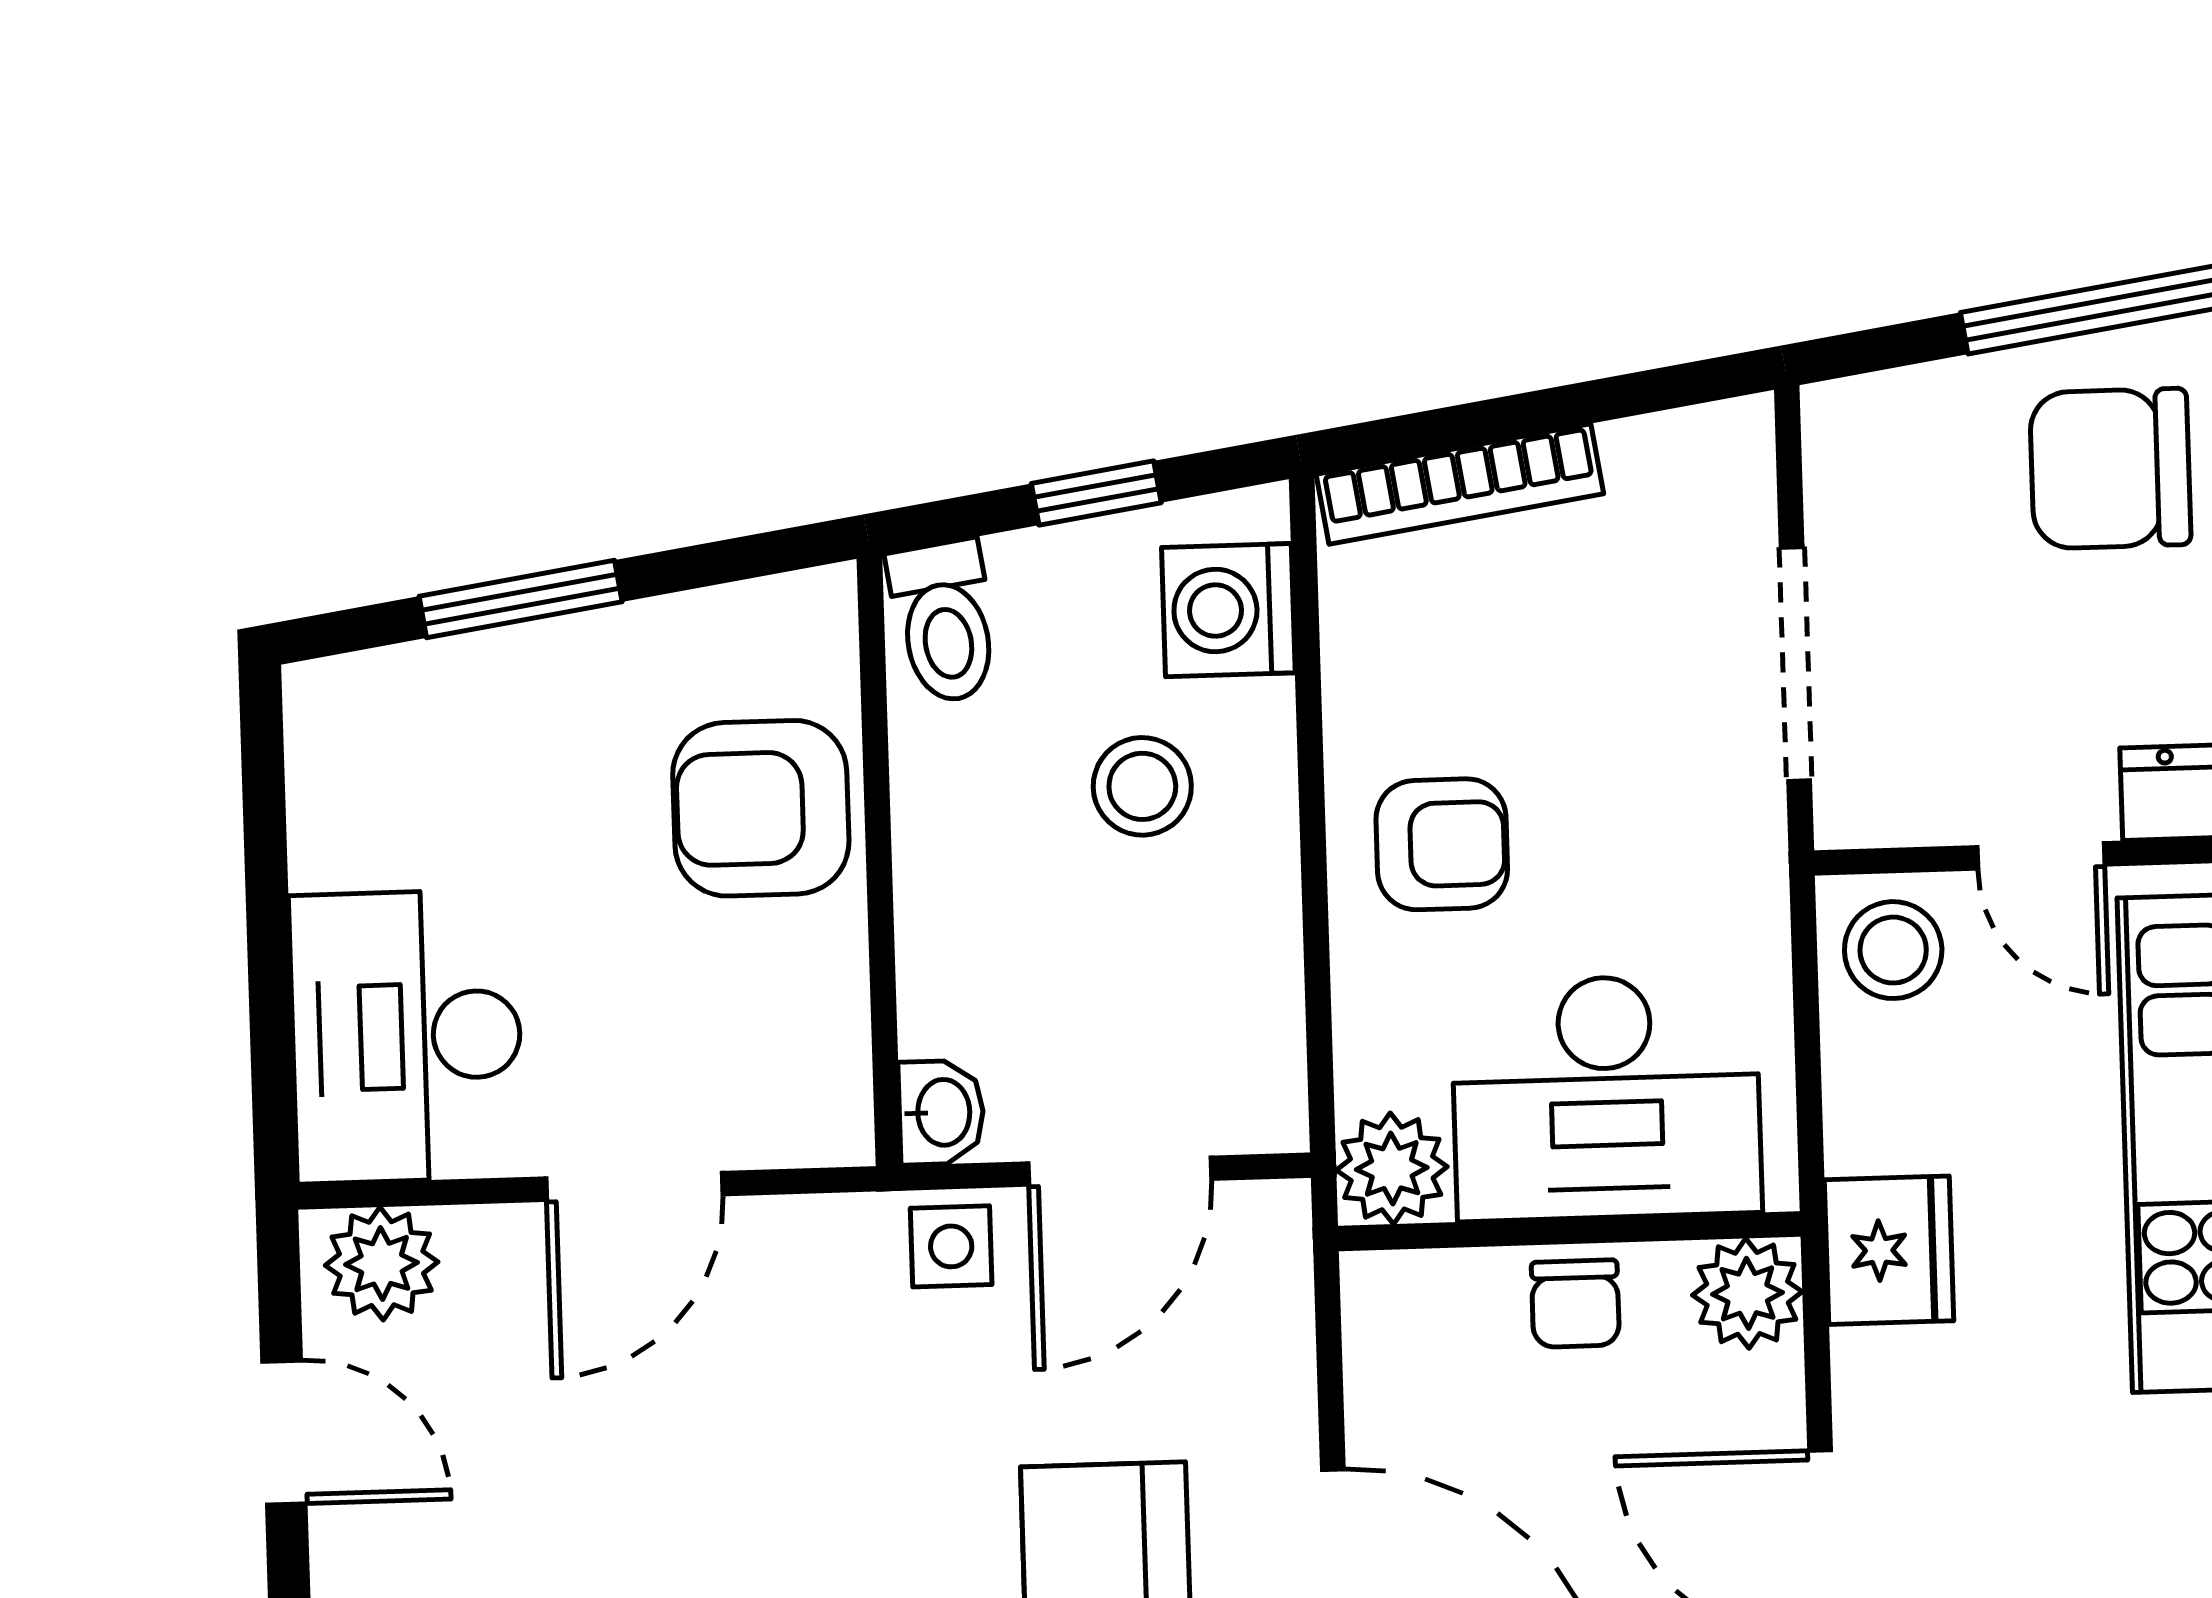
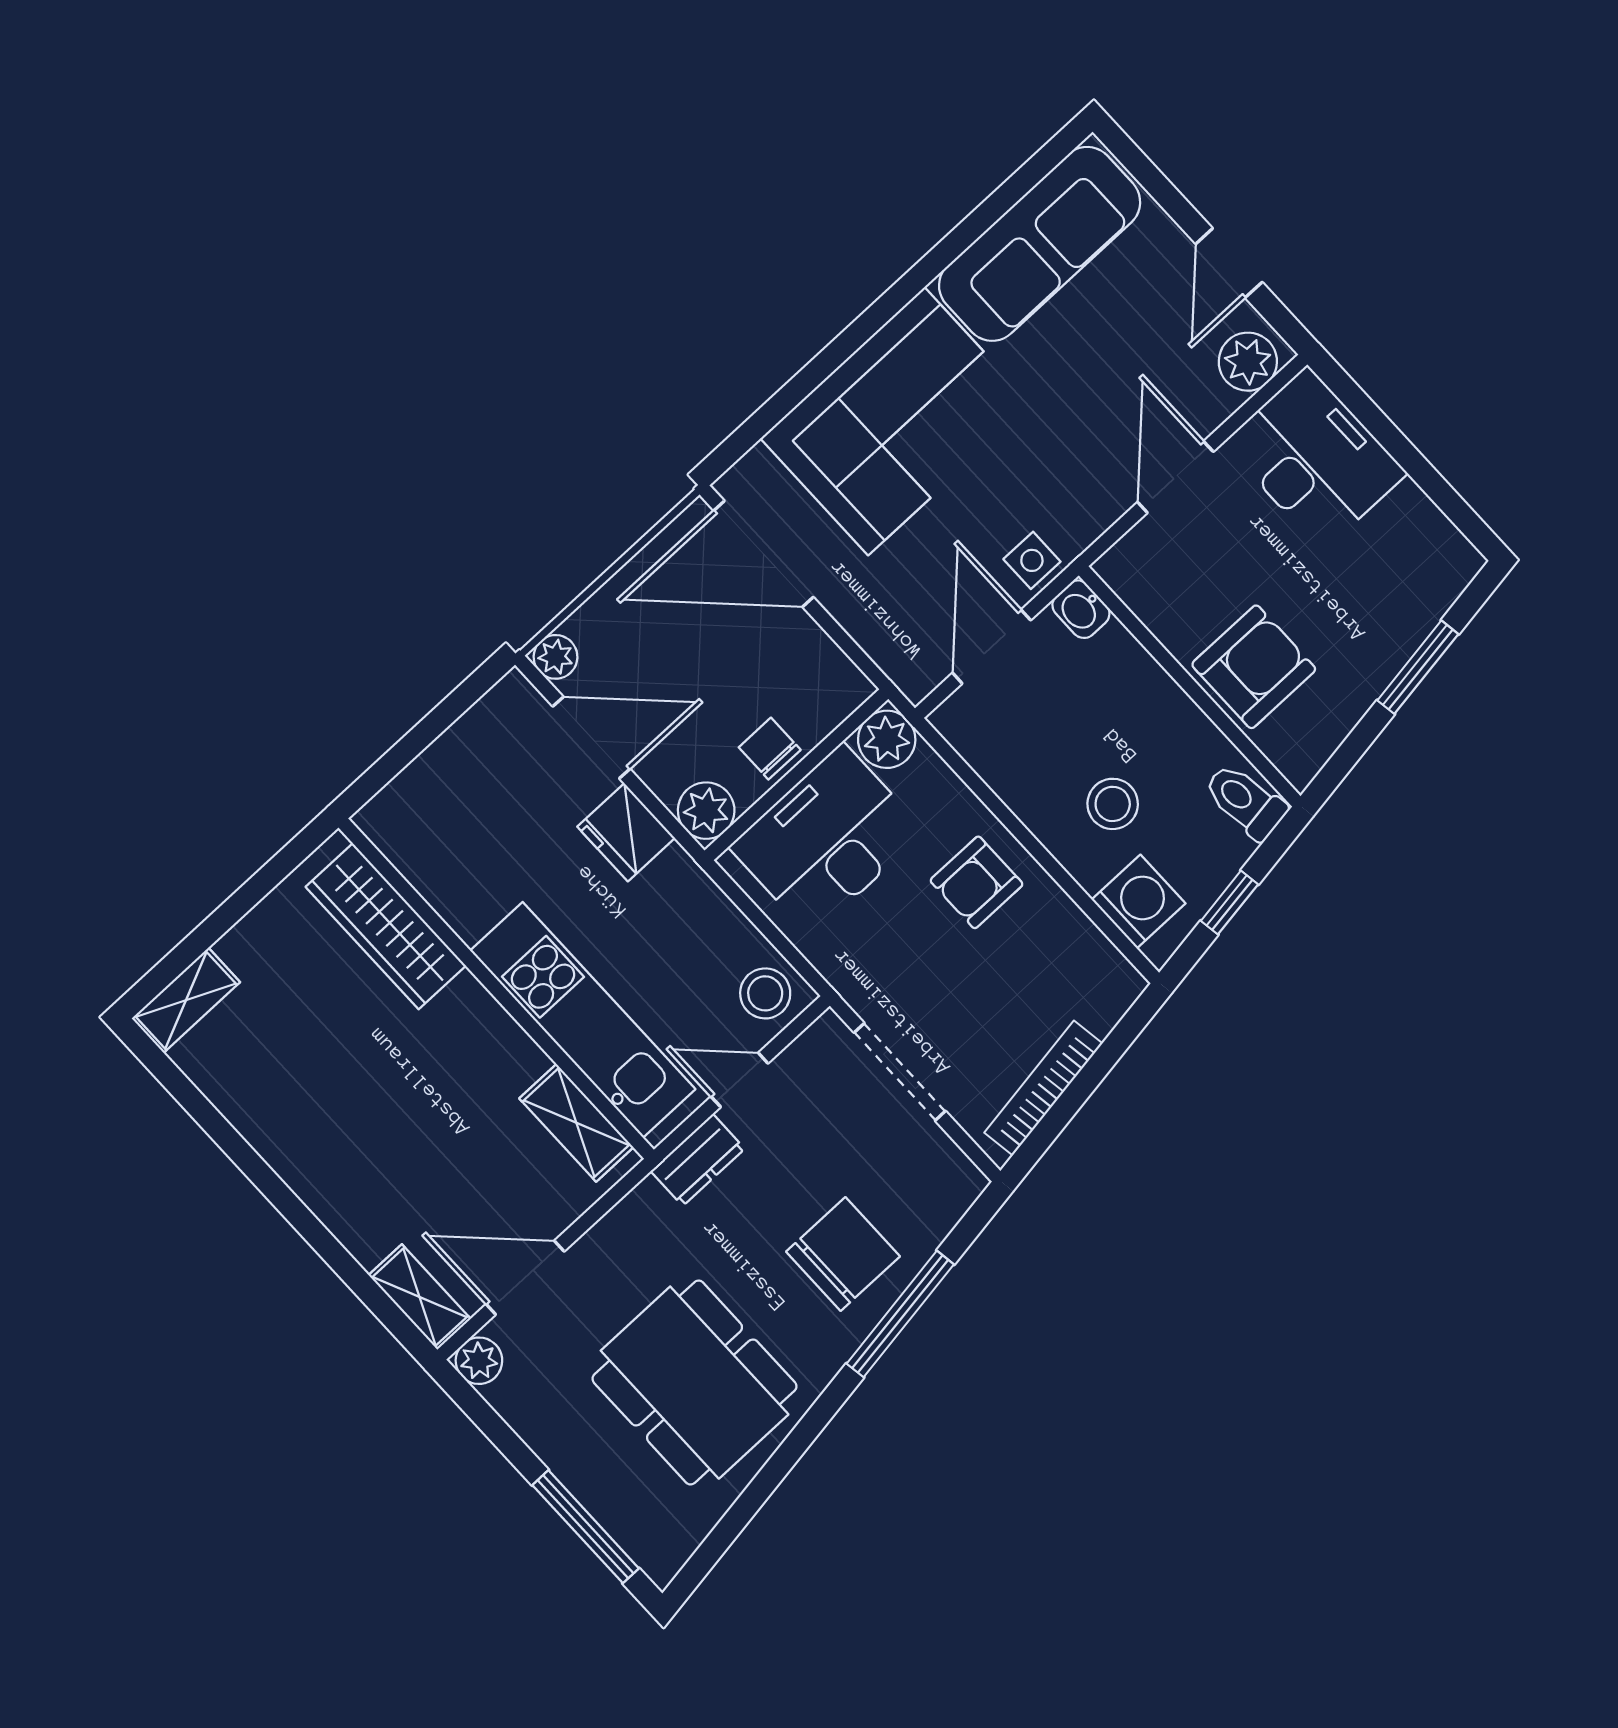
bookcase: (1460, 484) -> (1043, 1088), moved
fridge: (1889, 1250) -> (626, 832), moved
door: (284, 1433) -> (1229, 263), hinge flipped

